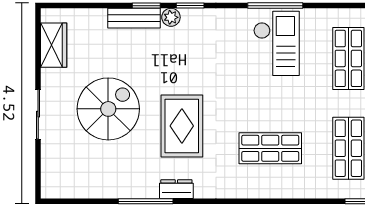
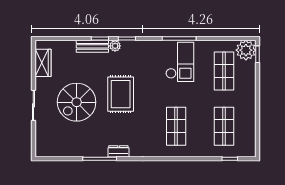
spiral stairs: (108, 109) -> (77, 102), turned 180
rug: (182, 126) -> (121, 94), moved
shop shelf: (270, 148) -> (176, 126), turned 90

